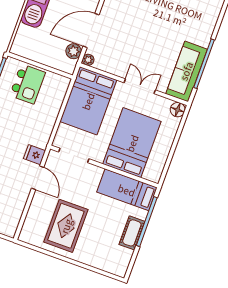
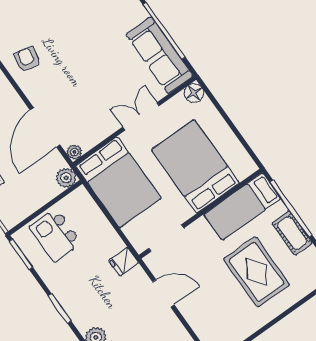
plant: (74, 51) -> (66, 178), moved
kitchen island: (27, 84) -> (55, 235), turned 180
fridge: (35, 155) -> (124, 262), moved
rug: (66, 226) -> (257, 272), moved

